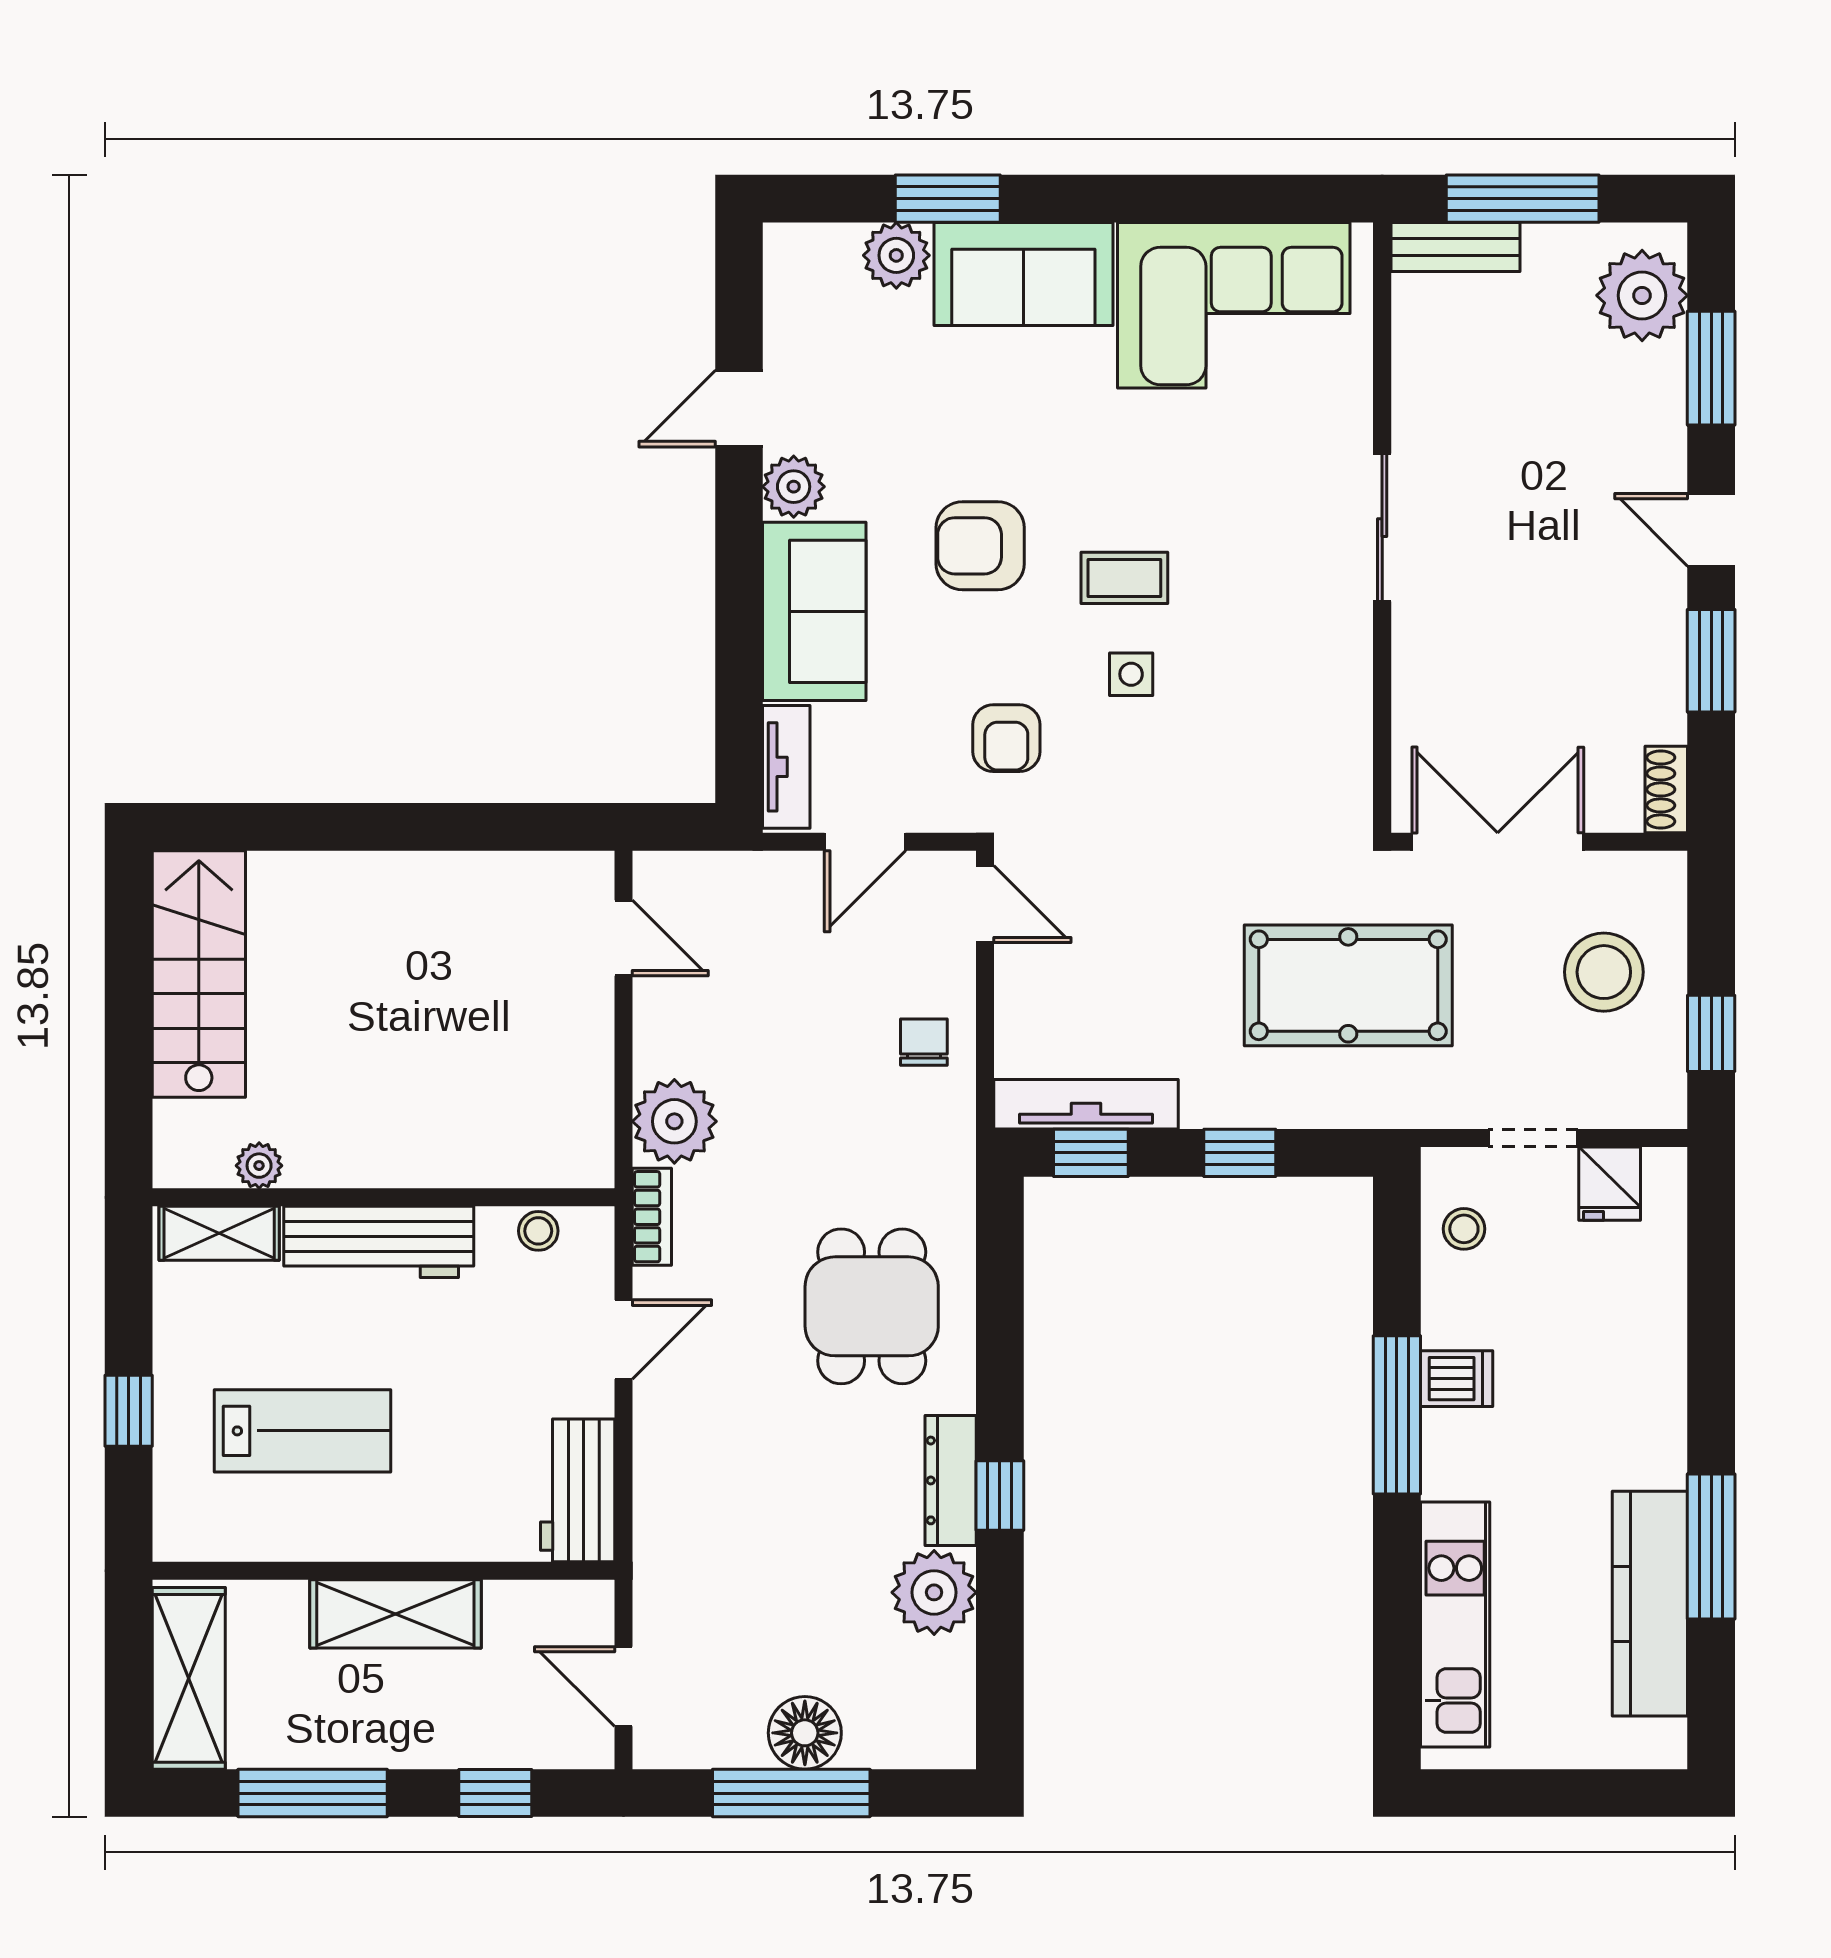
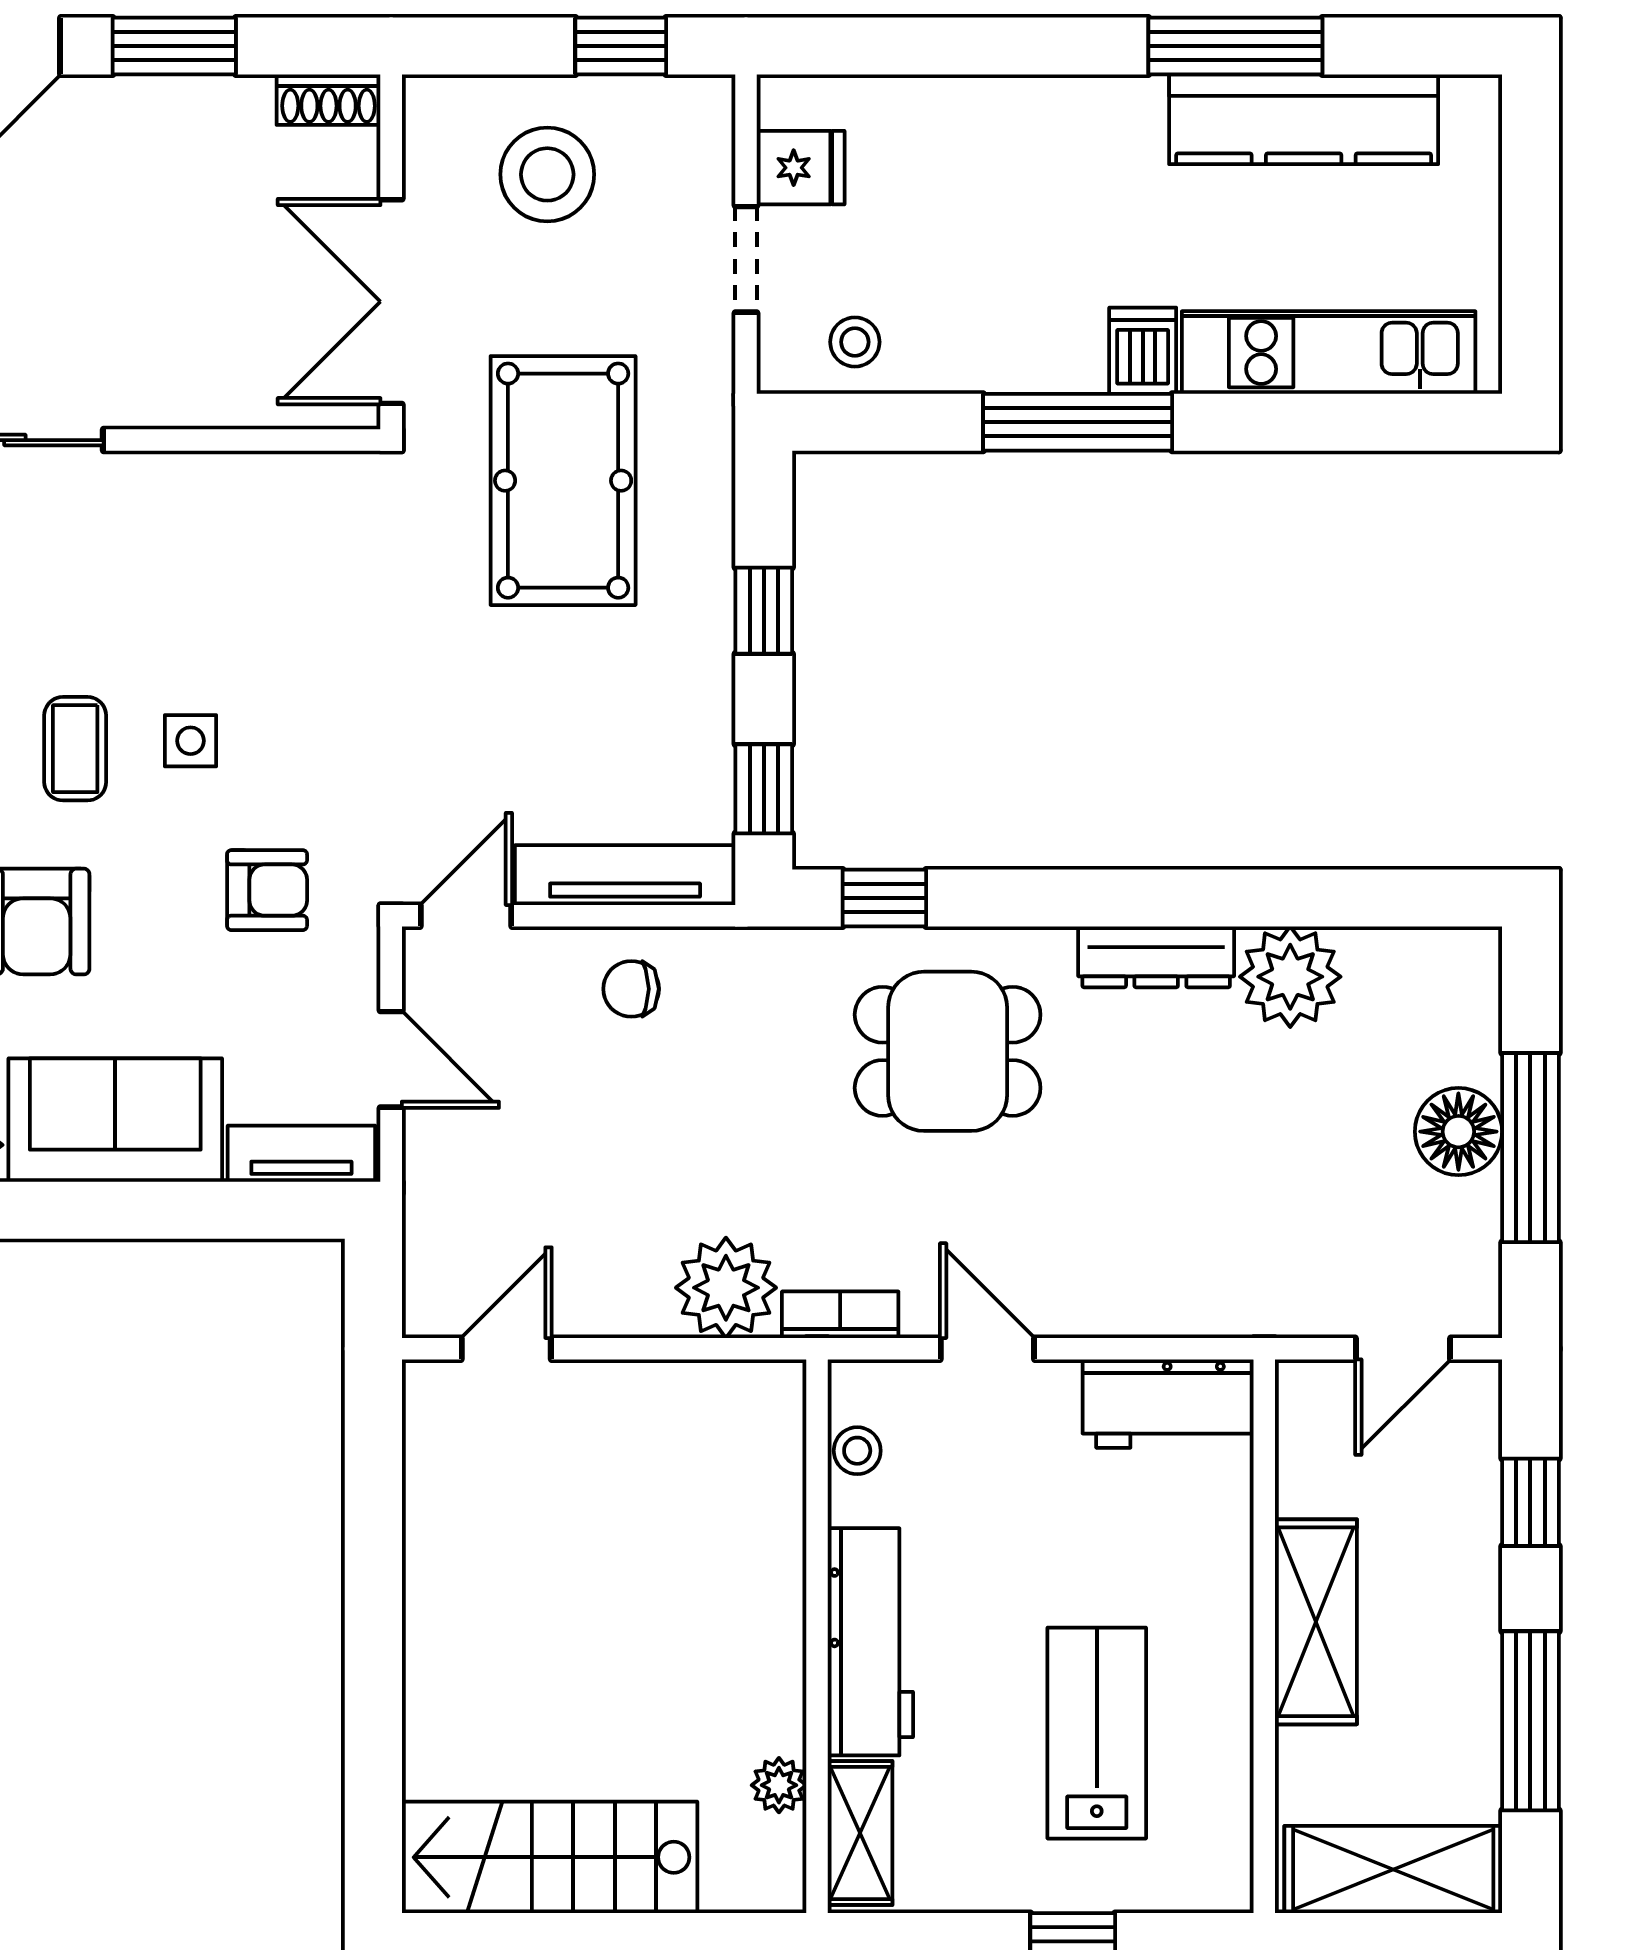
tv unit: (1086, 1104) -> (625, 875), moved, turned 90
dishwasher: (1457, 1379) -> (1143, 351), moved
window: (1000, 1496) -> (884, 898), moved

